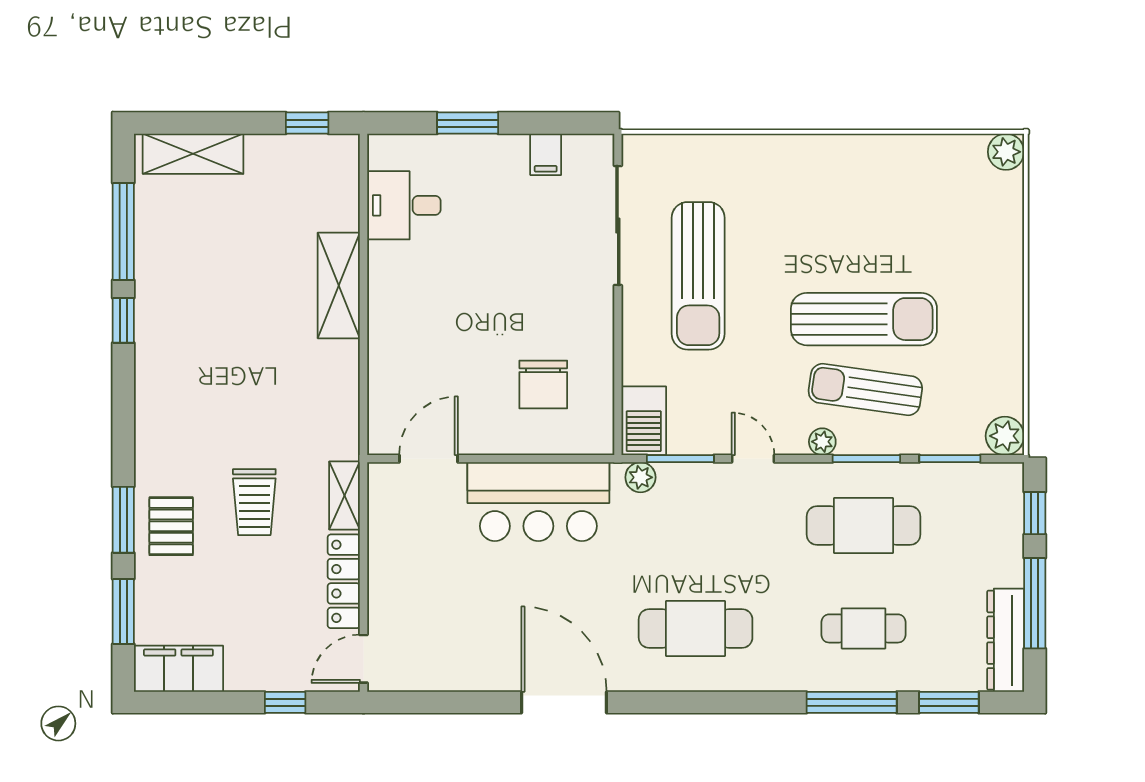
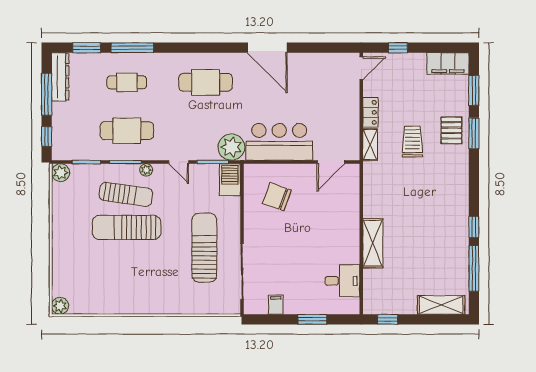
chair: (543, 385) -> (277, 197), turned -70
plant: (640, 477) -> (231, 147), width x1.88, depth x1.88
locker: (344, 581) -> (370, 112), width x0.66

